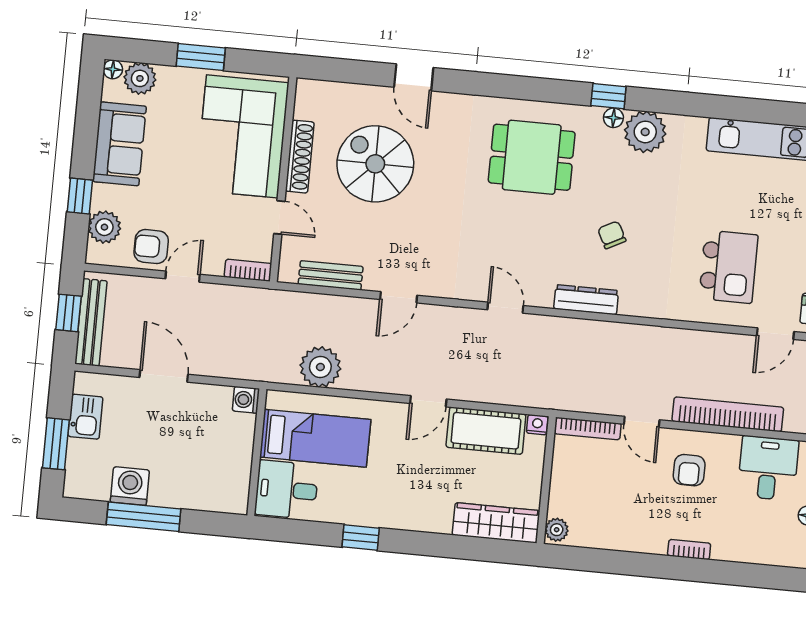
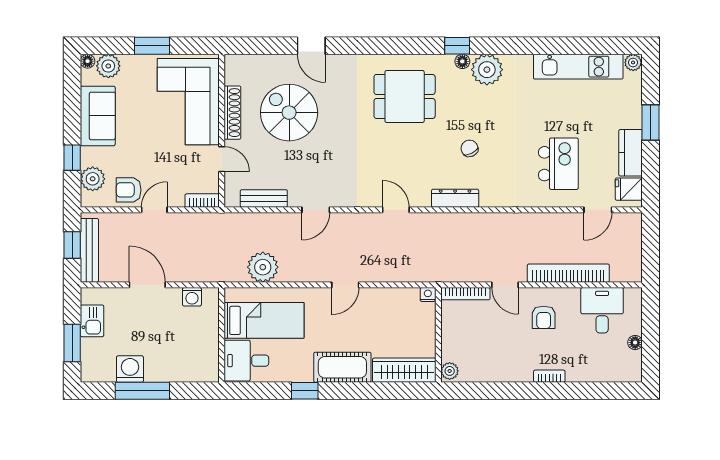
washing machine: (246, 400) -> (192, 297), moved, turned -90
cot: (486, 431) -> (342, 367), moved

